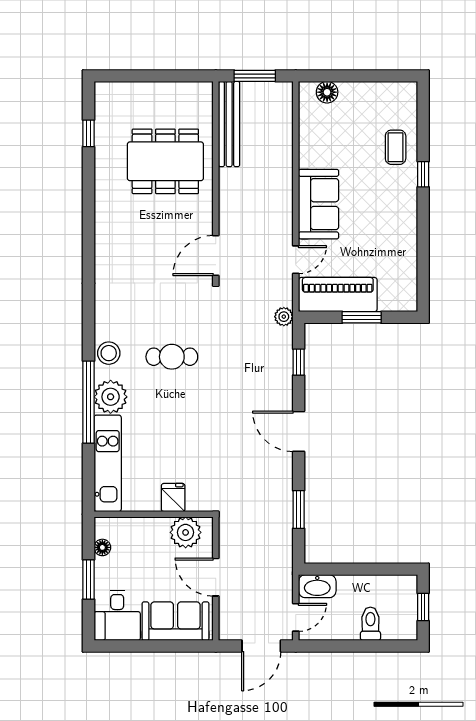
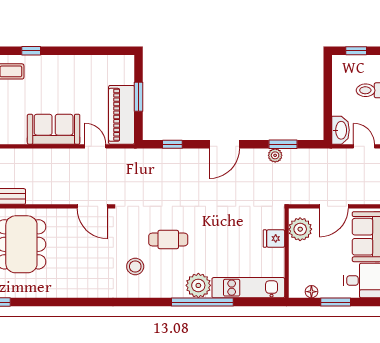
plant: (284, 317) -> (275, 155), moved
stool: (109, 353) -> (135, 266), moved
cafe table: (172, 357) -> (168, 239), turned 90

